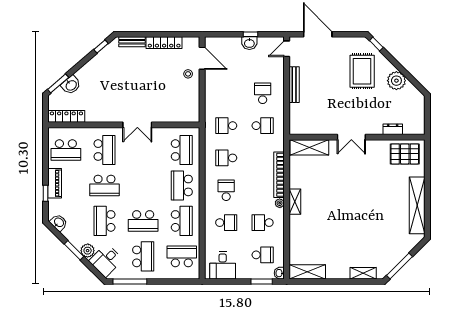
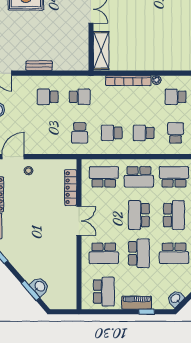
window: (58, 83) -> (31, 291), moved
bench: (294, 85) -> (39, 66), width x0.73
locker: (66, 116) -> (71, 188), moved
school desk: (263, 126) -> (80, 97), turned 90
school desk: (105, 150) -> (104, 253), turned 180
school desk: (226, 158) -> (112, 133), turned 90
school desk: (143, 185) -> (139, 215), added
shelving: (295, 202) -> (155, 65), removed
school desk: (263, 223) -> (176, 97), turned 90

